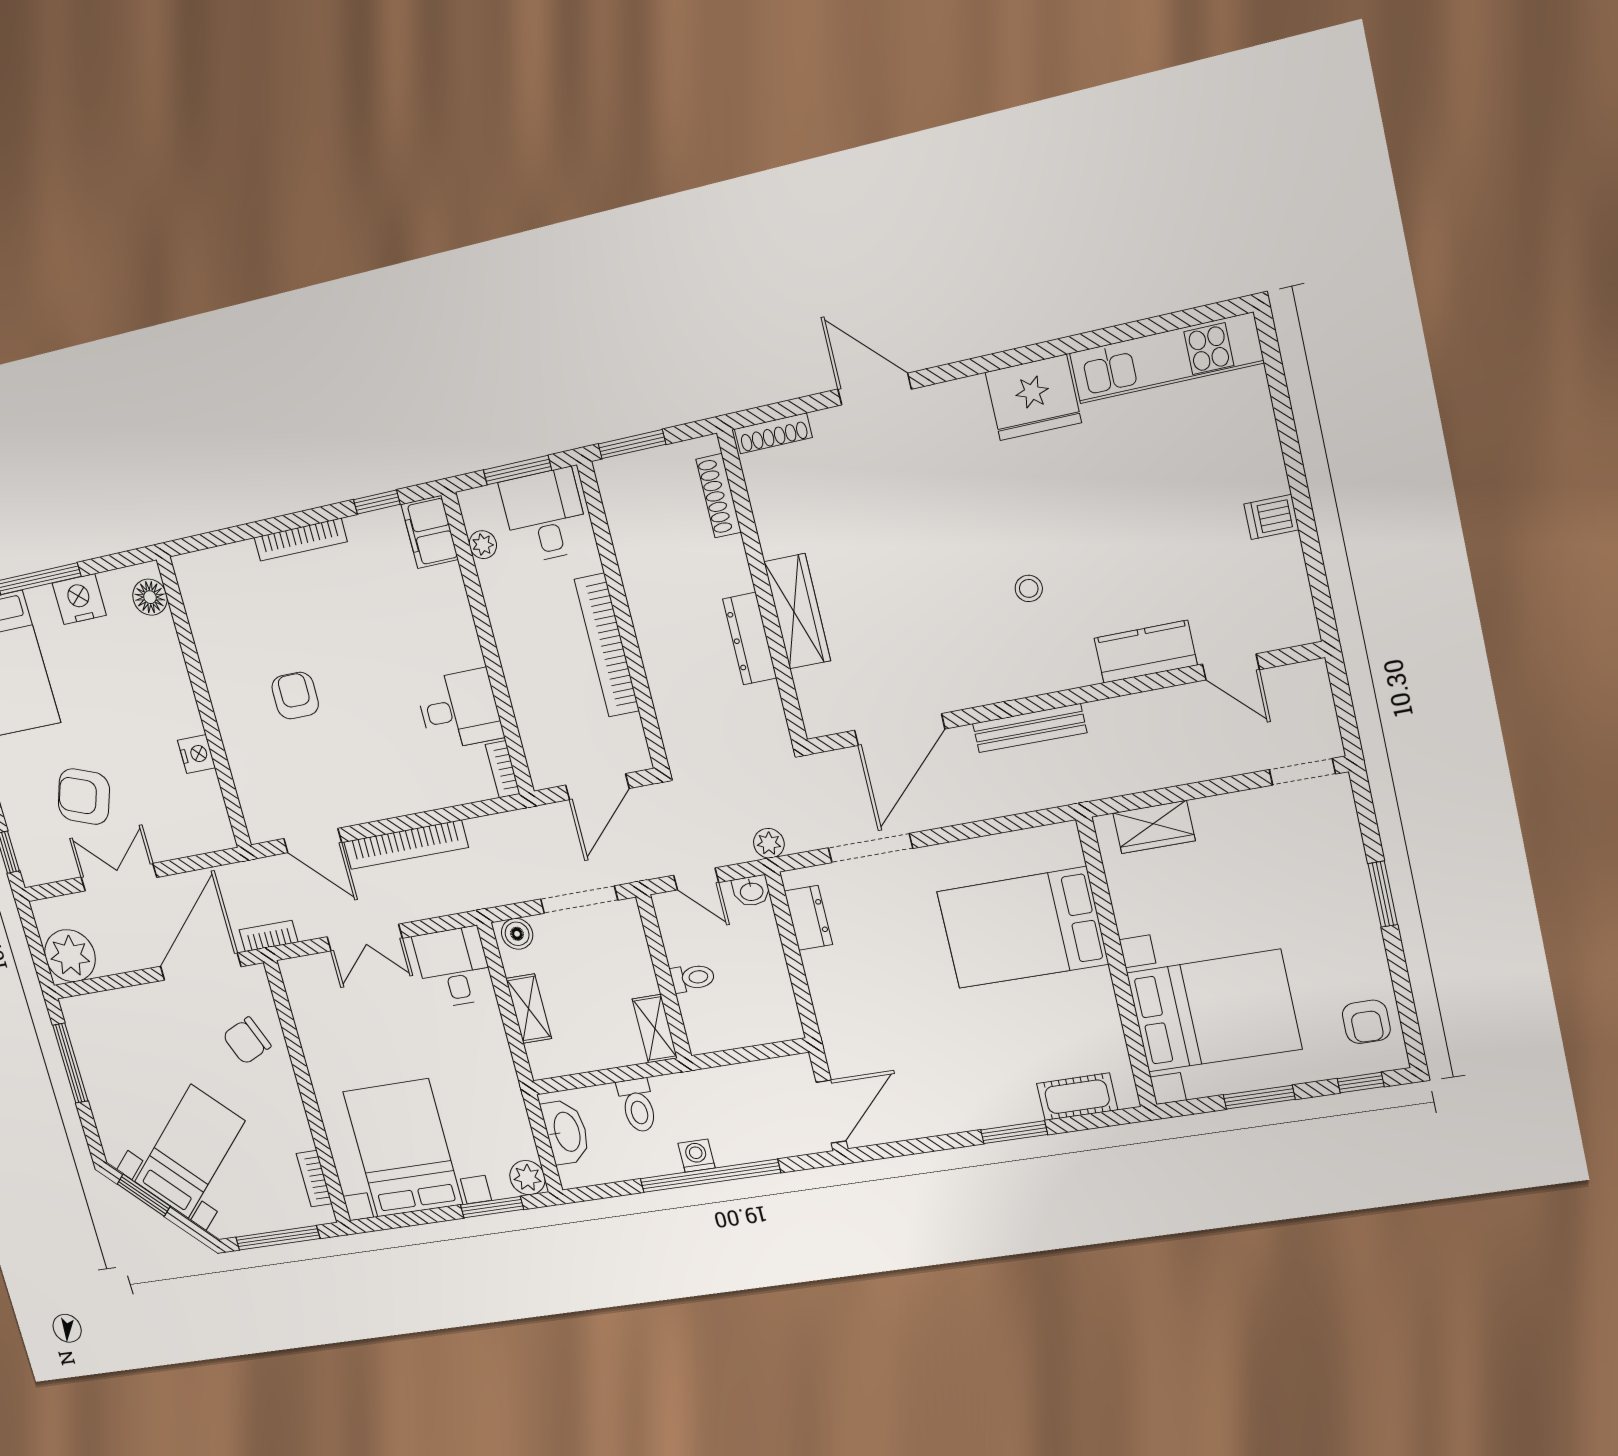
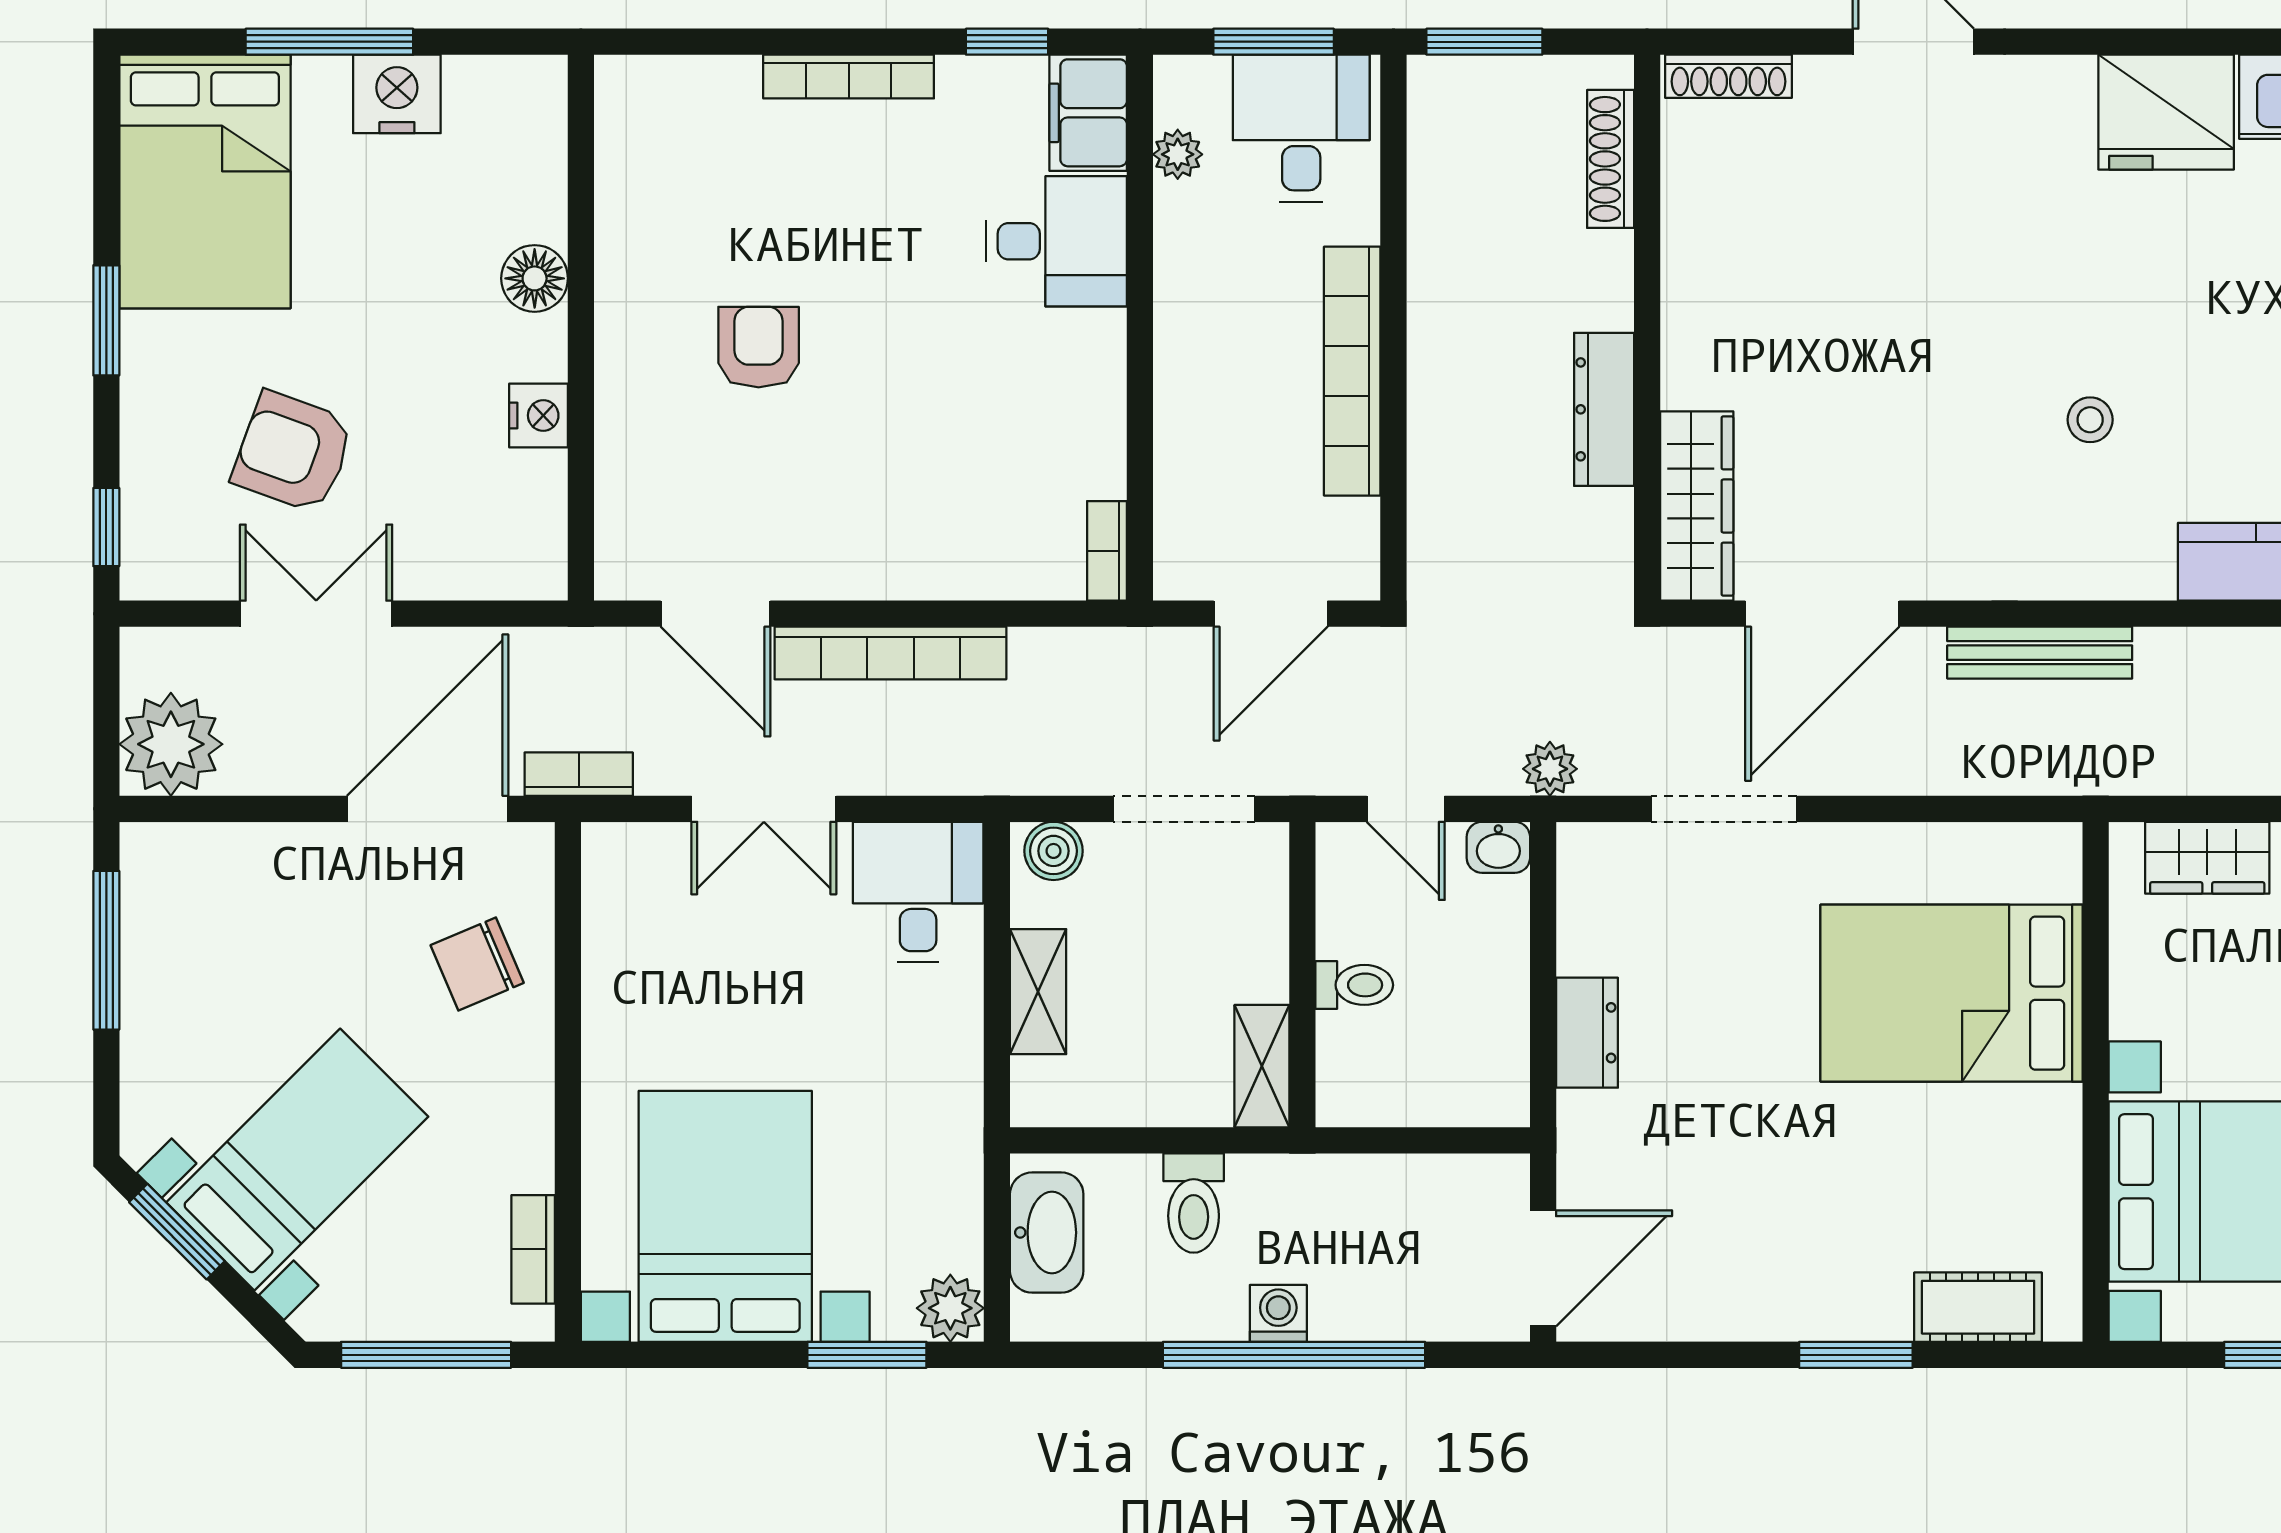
floor lamp: (150, 597) -> (535, 278), moved
wardrobe: (797, 611) -> (1697, 506), moved
desk: (459, 710) -> (1057, 241), moved
dresser: (808, 918) -> (1587, 1033), moved

